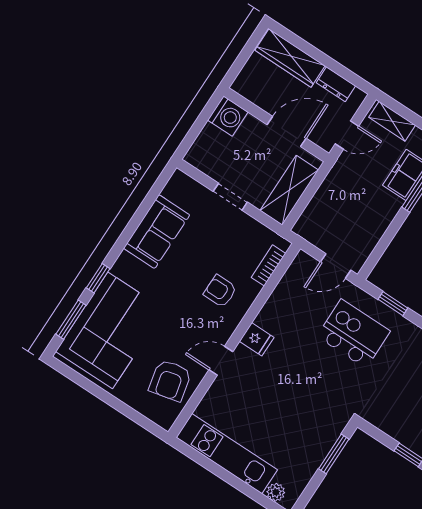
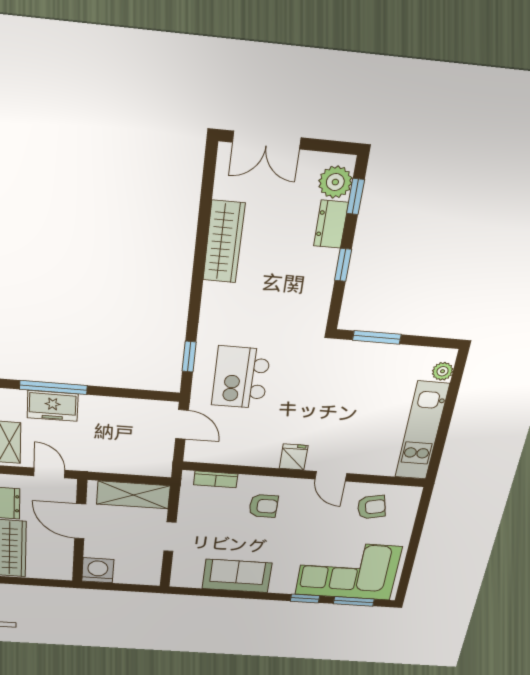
armchair: (220, 291) -> (263, 506), turned -90
armchair: (170, 380) -> (371, 507), width x0.72, depth x0.72

